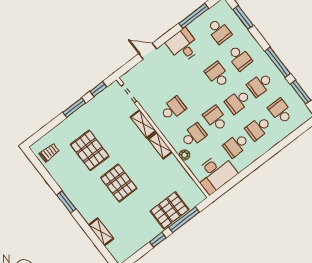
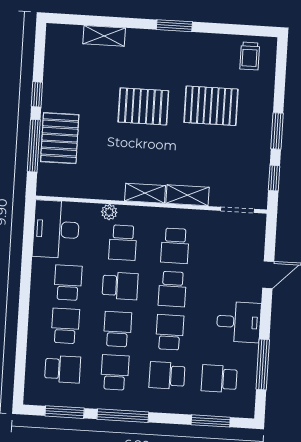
school desk: (217, 75) -> (170, 332), turned -90
school desk: (195, 92) -> (172, 289), added

